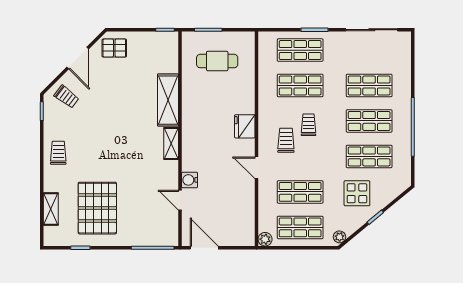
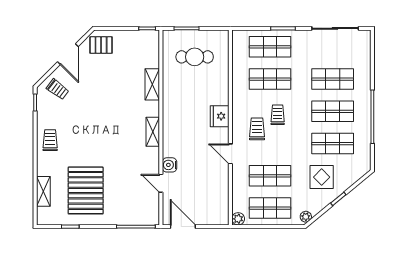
shelving: (168, 100) -> (152, 84), width x0.67, depth x0.75

